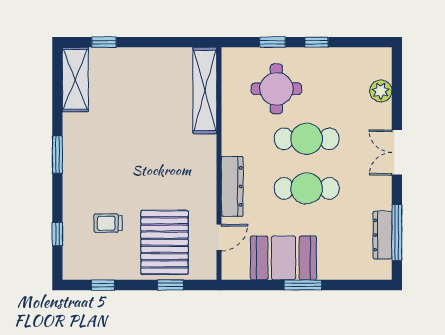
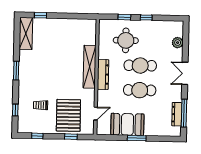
shelving: (205, 90) -> (90, 67), moved
dresser: (232, 186) -> (103, 74), moved

